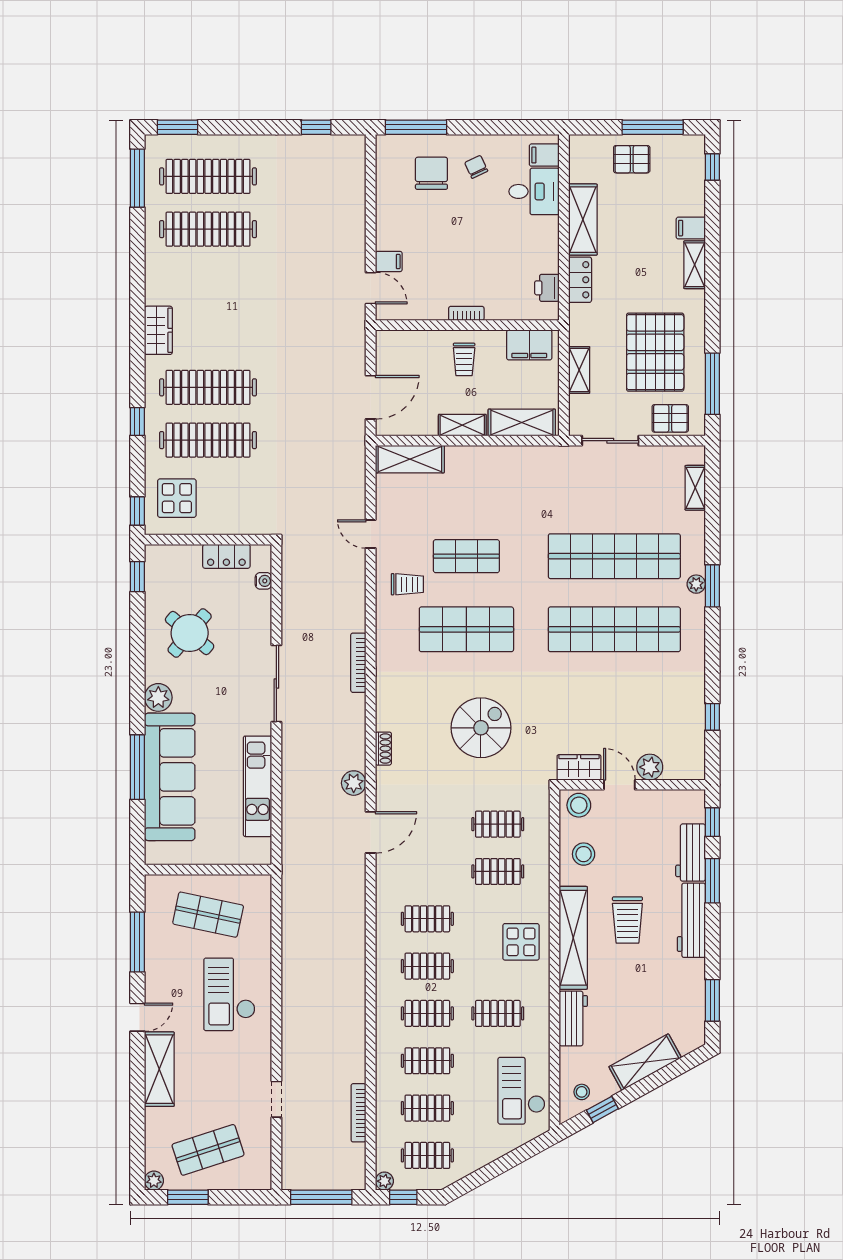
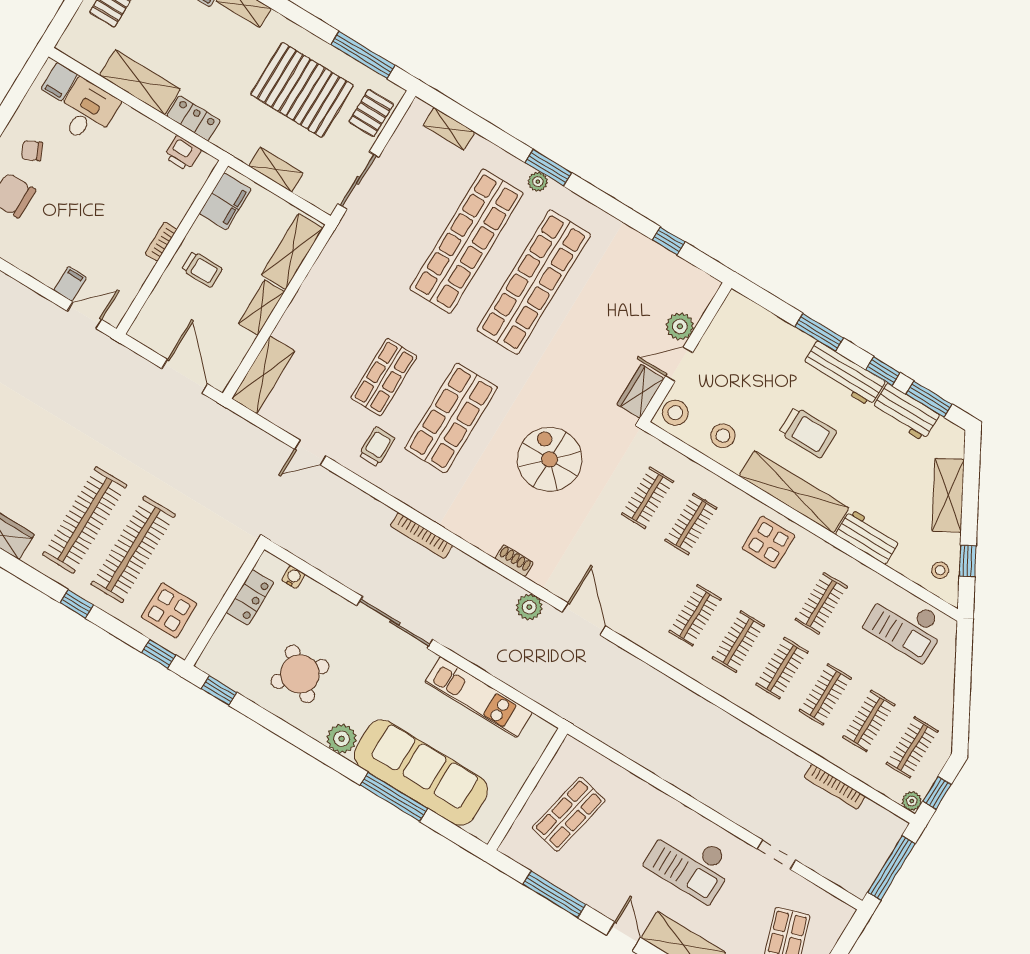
window: (712, 822) -> (883, 371), moved
workbench: (691, 853) -> (905, 412), moved
checkout: (229, 994) -> (690, 863), moved

